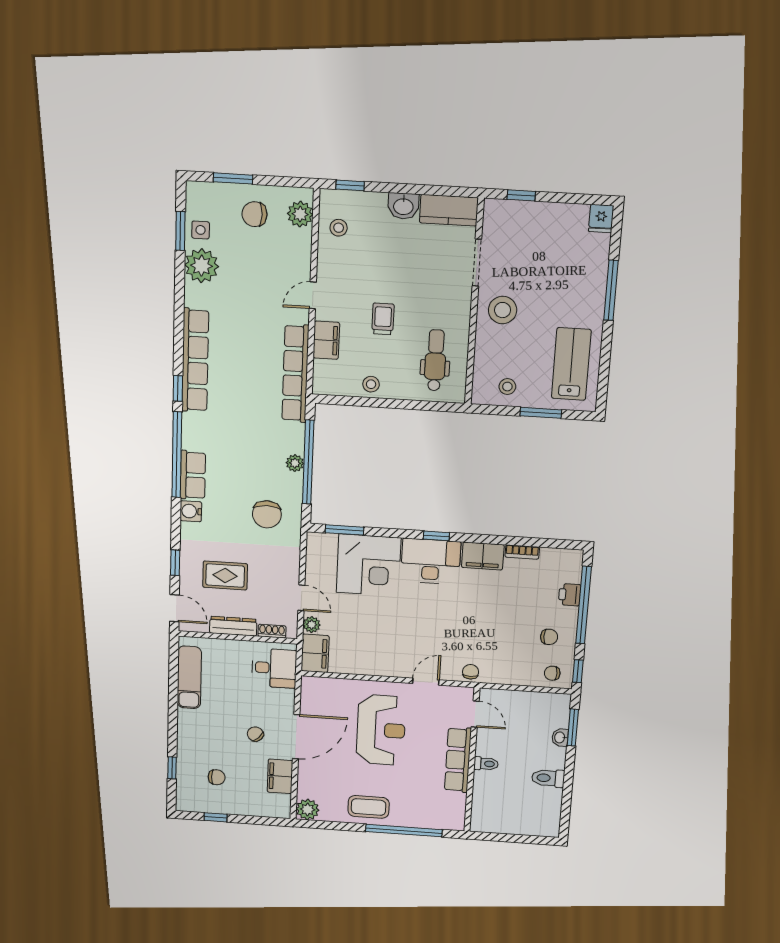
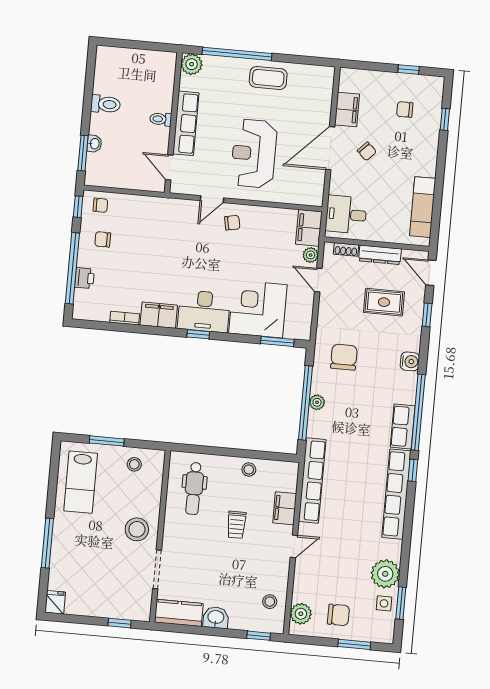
row of seats: (193, 475) -> (403, 426), moved
chair: (471, 672) -> (232, 223), moved, turned -101
plant: (308, 809) -> (192, 64), moved

